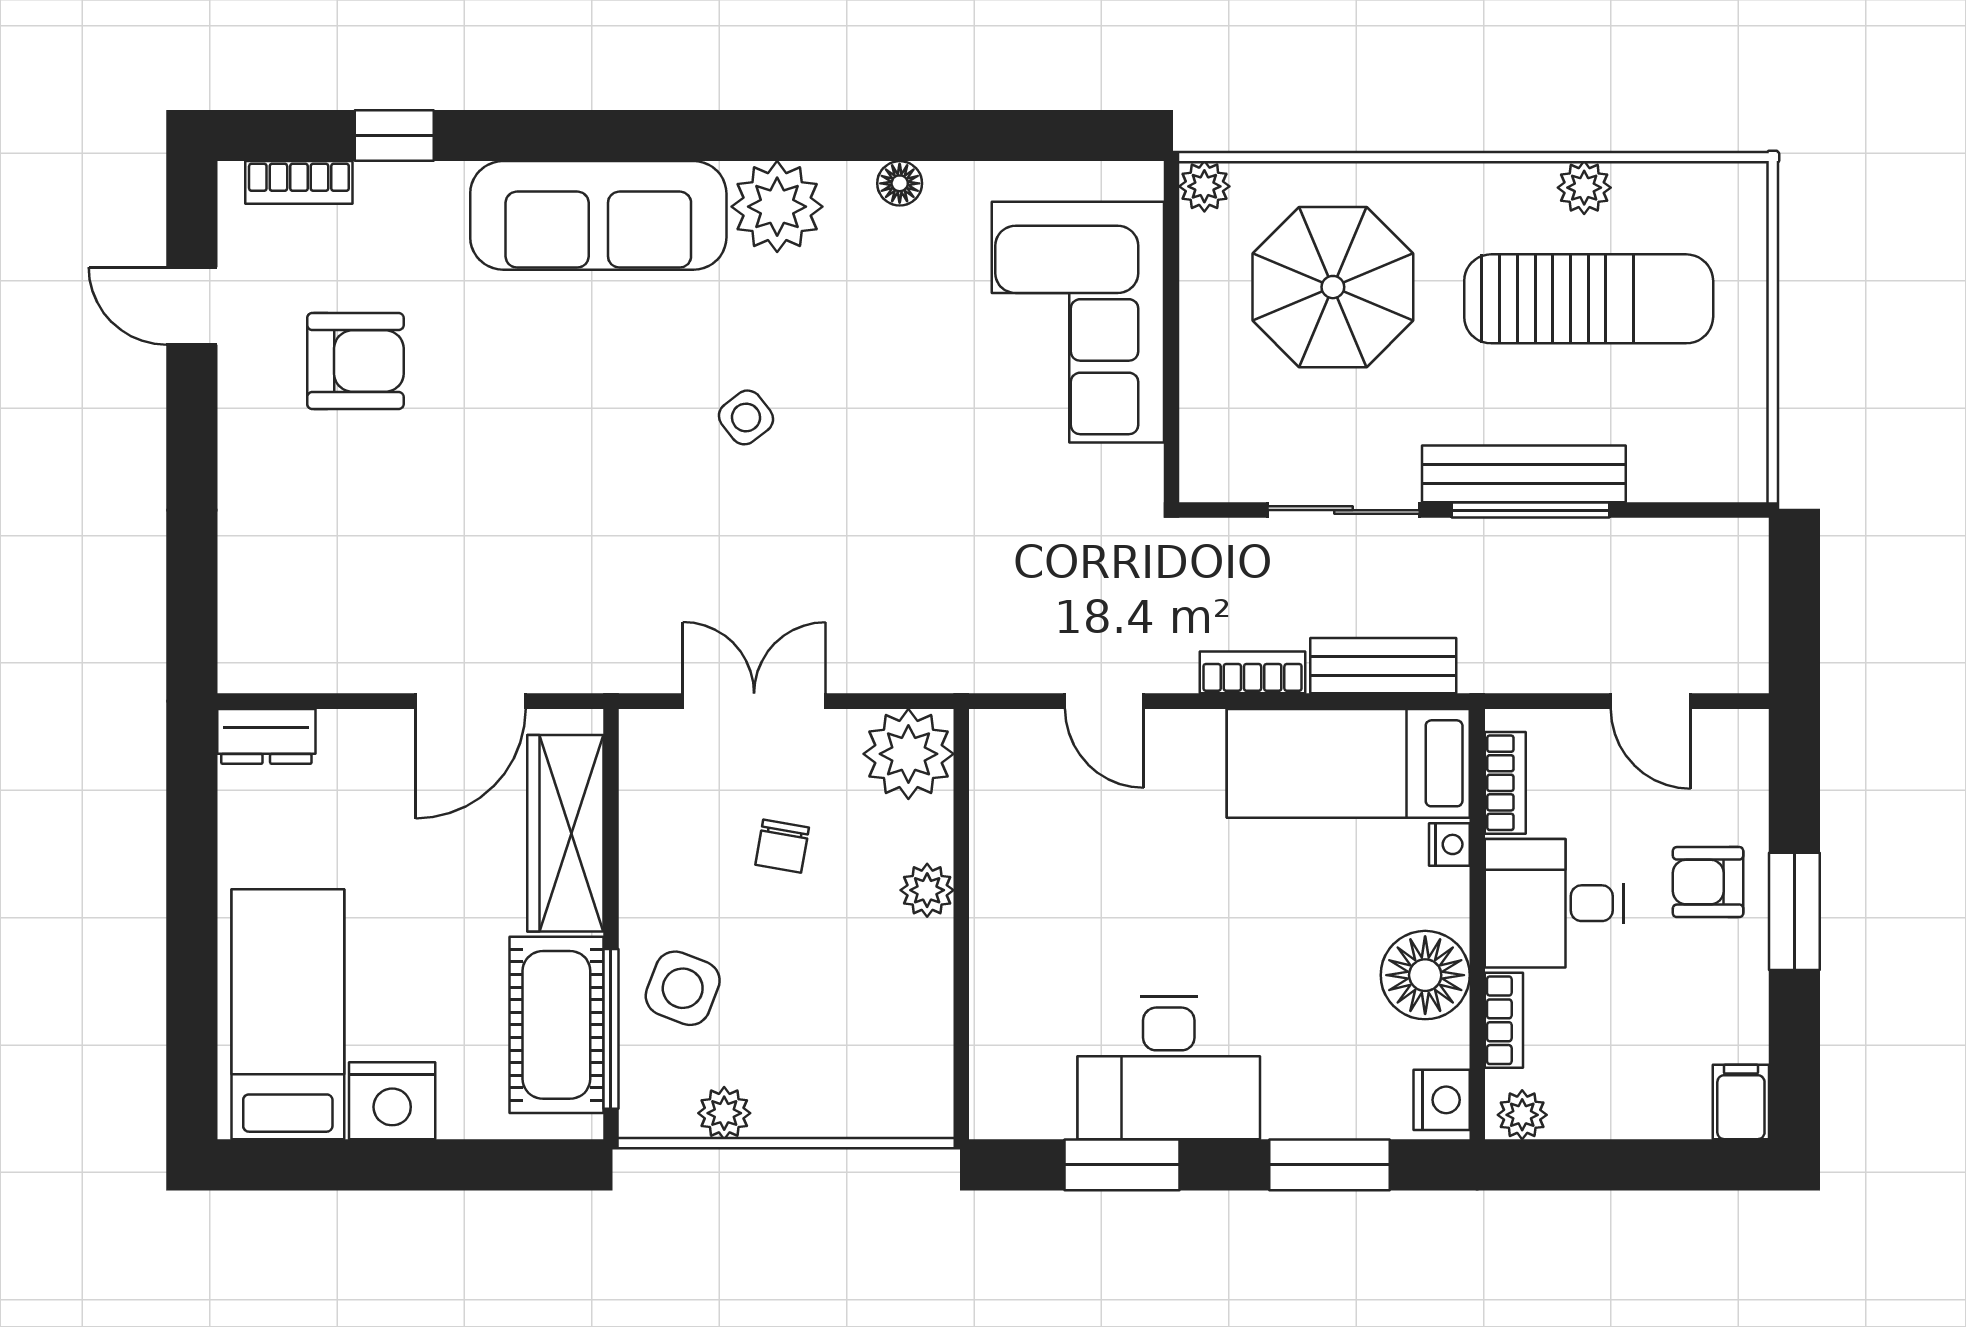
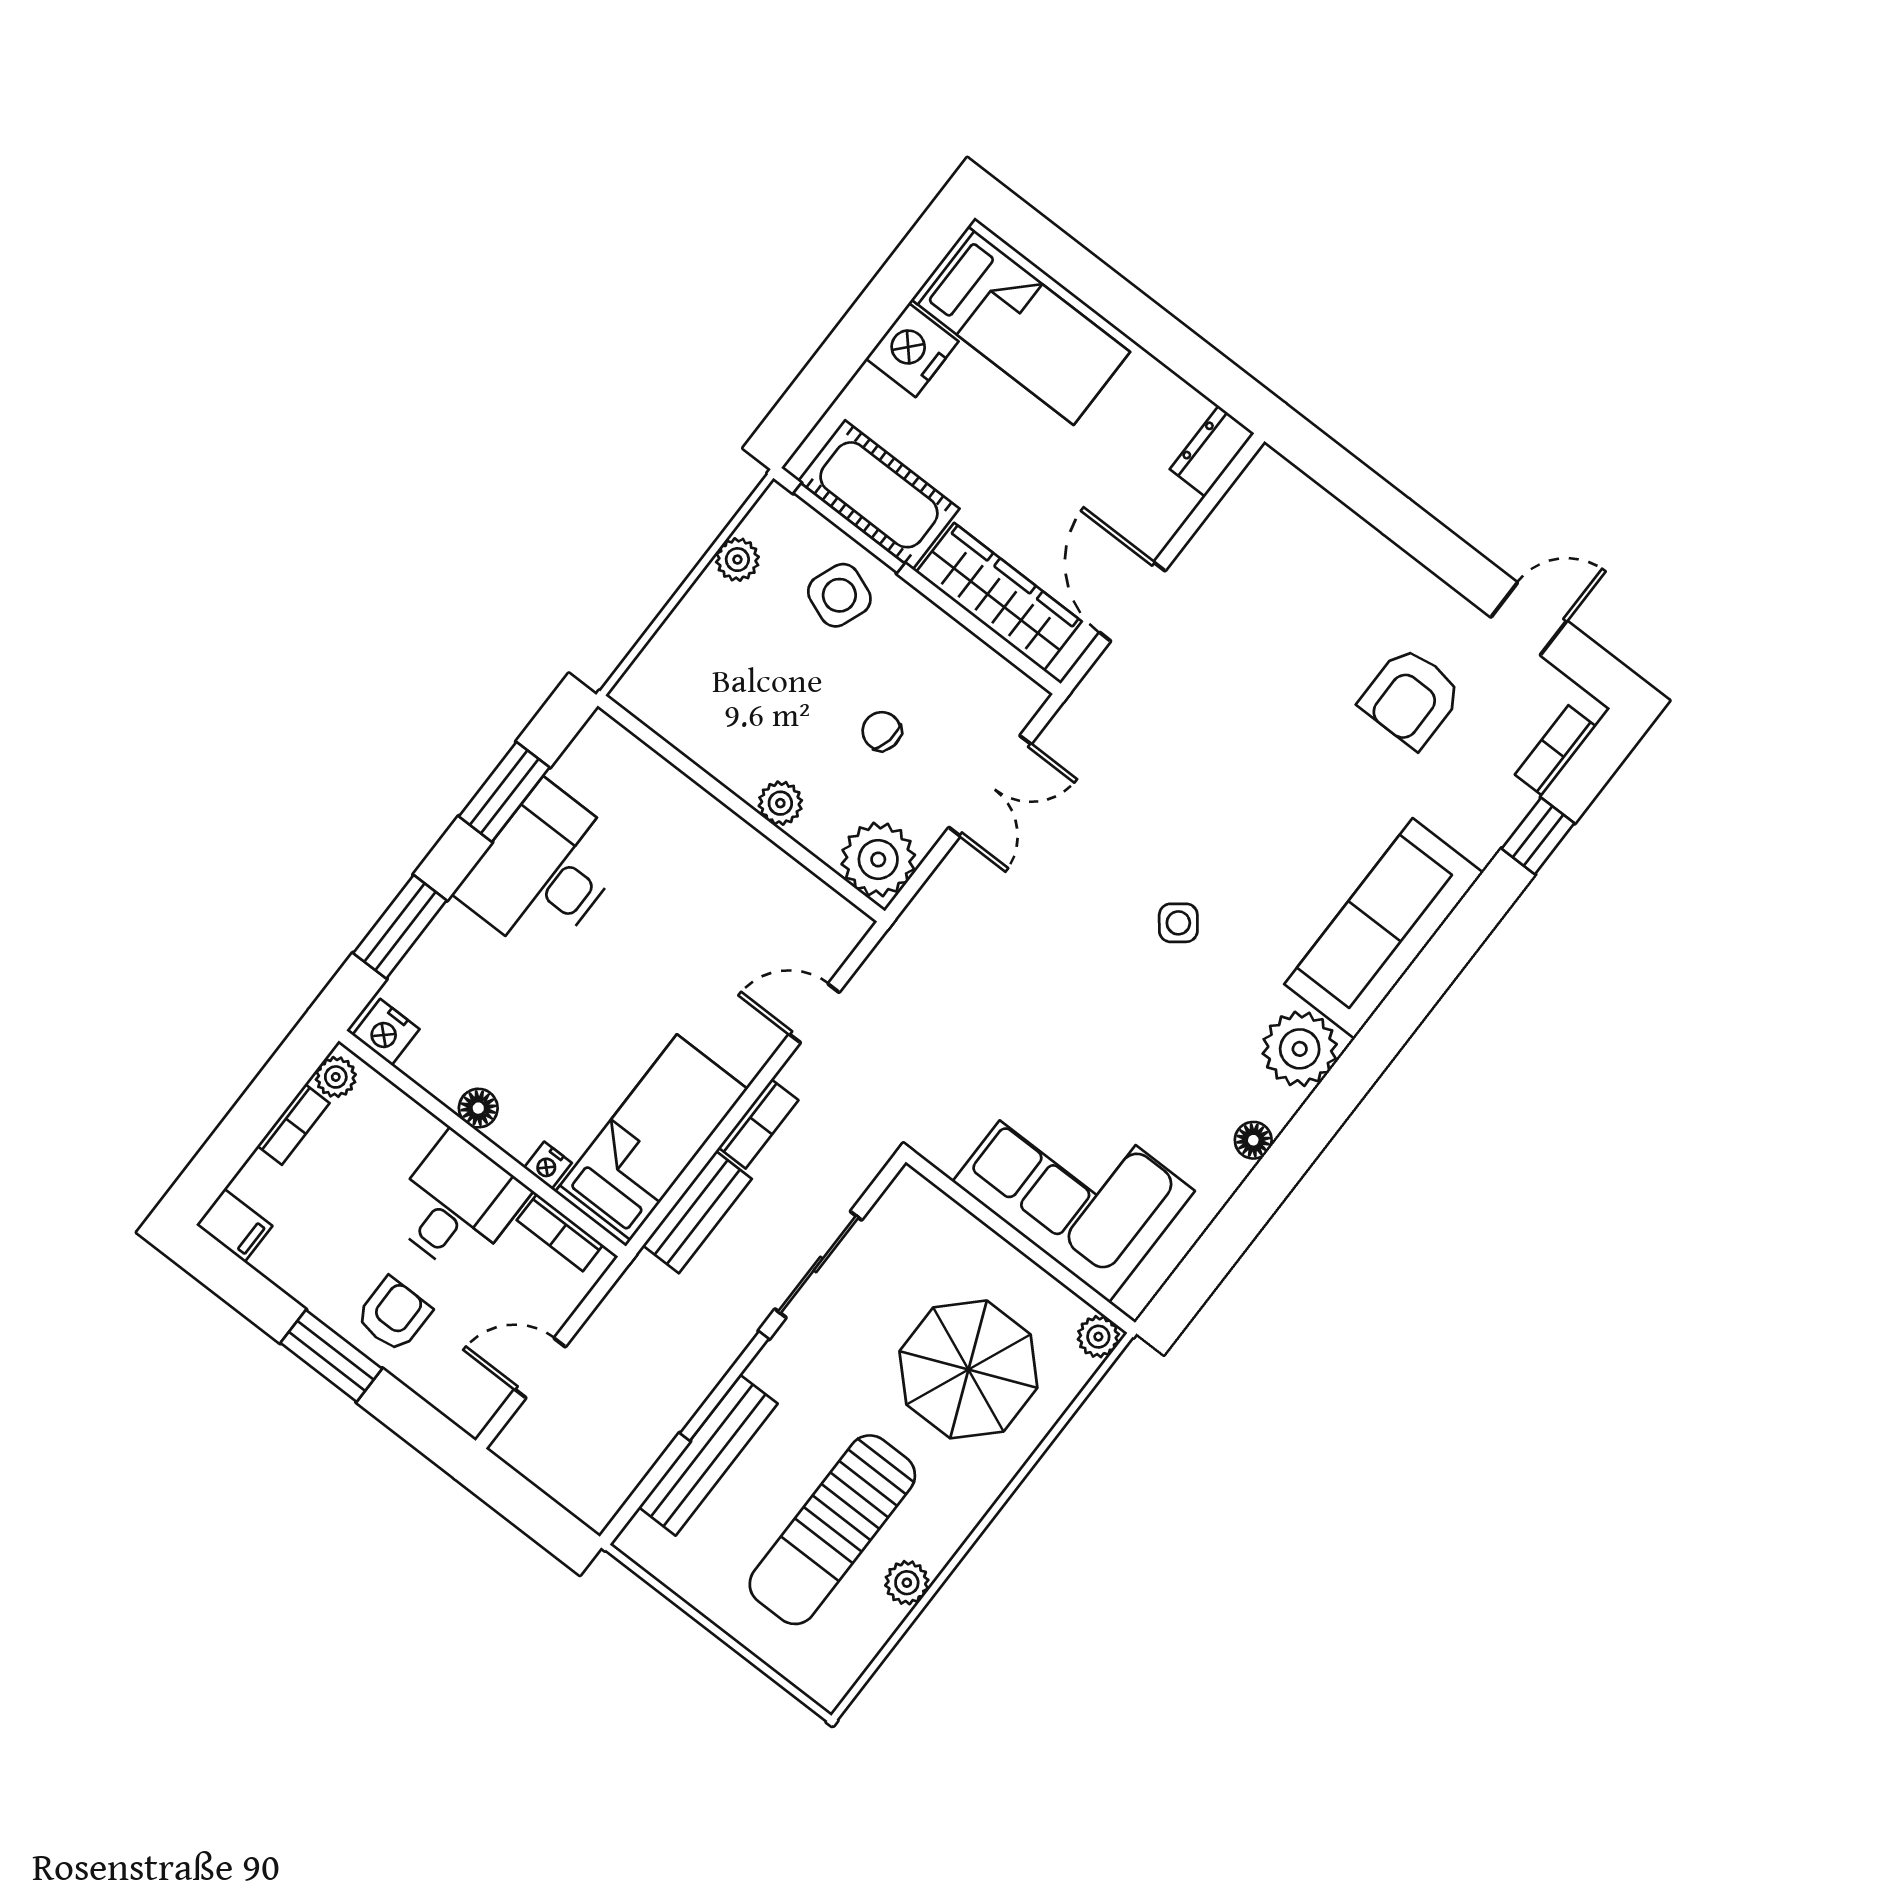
bench: (1524, 474) -> (708, 1455), moved
floor lamp: (1425, 975) -> (478, 1108), width x0.53, depth x0.53
bookcase: (1504, 1020) -> (293, 1124), moved, turned -90

